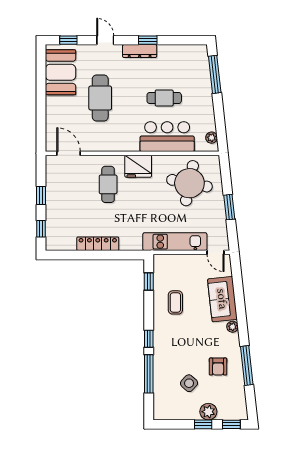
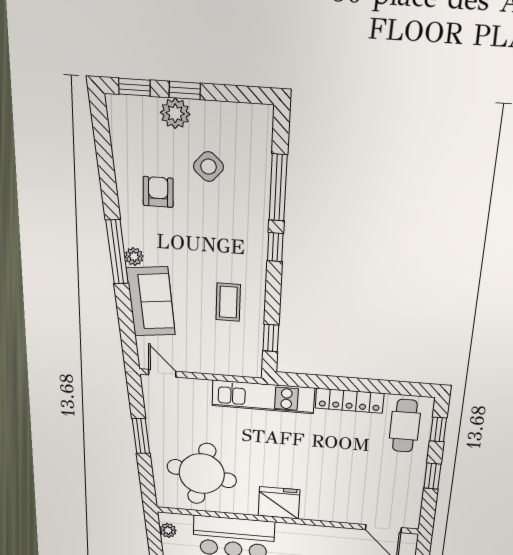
cafe table: (108, 184) -> (405, 426), moved
kitchen unit: (175, 242) -> (263, 397), moved
window: (247, 366) -> (117, 252), moved

